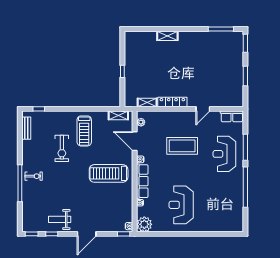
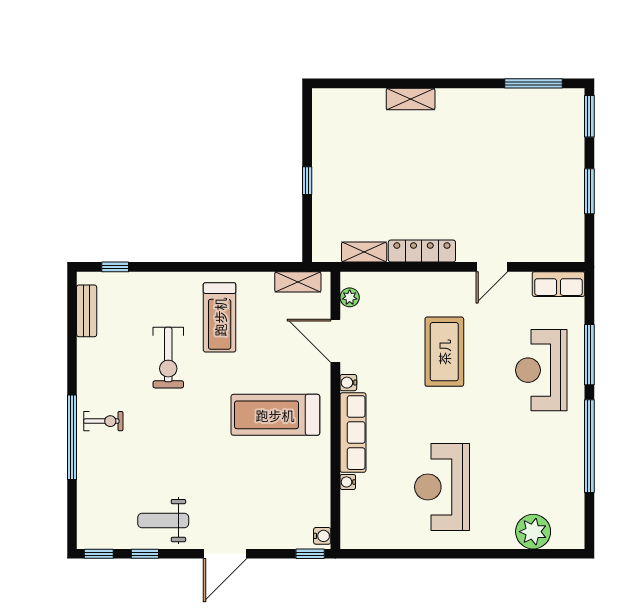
coffee table: (182, 146) -> (444, 352), turned 90
plant: (144, 224) -> (533, 532), moved

